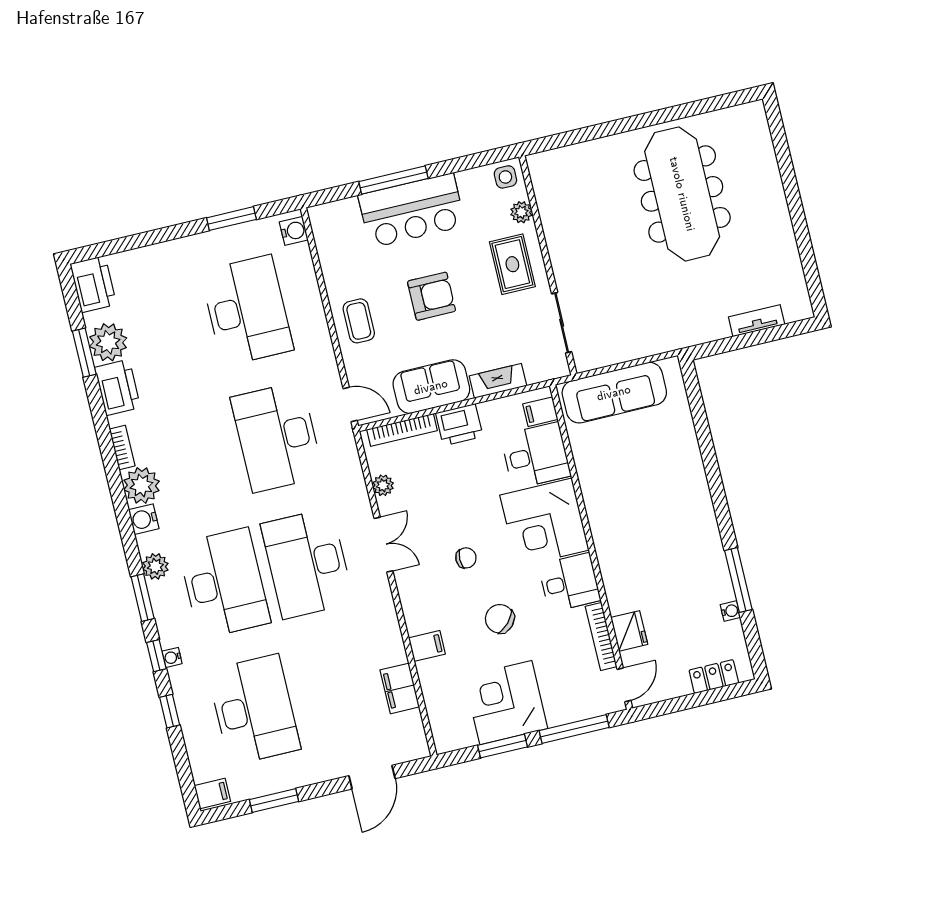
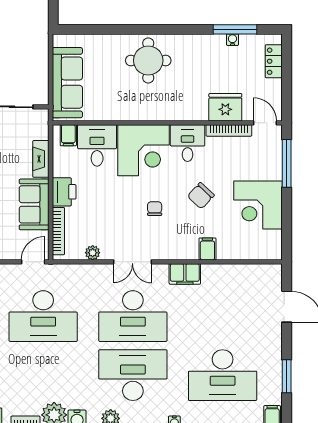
round table: (673, 499) -> (148, 60), added
double door: (384, 545) -> (132, 262), swing flipped
window: (738, 580) -> (235, 29), moved
fridge: (629, 631) -> (225, 107), width x1.36, depth x1.34
filing cabinet: (400, 688) -> (185, 274), moved
desk: (254, 710) -> (223, 375), turned 180
window: (502, 746) -> (287, 214), removed

